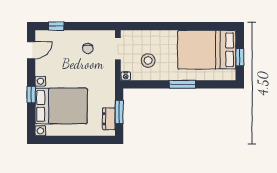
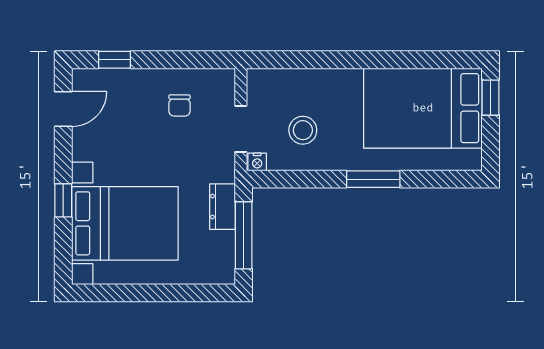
doorway: (118, 49) -> (241, 129), moved
window: (240, 57) -> (491, 98), moved
window: (119, 112) -> (244, 235), width x1.44
dresser: (109, 119) -> (222, 207), moved

